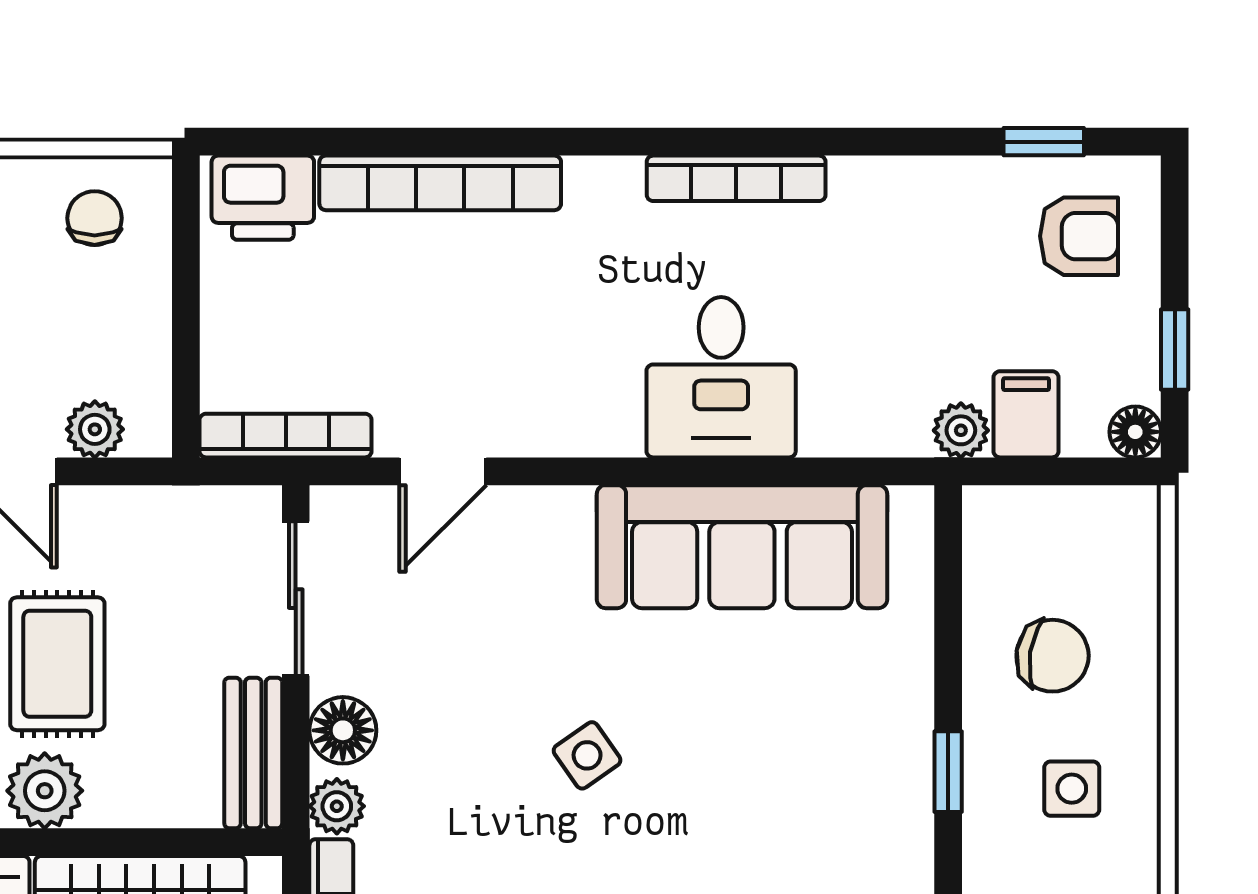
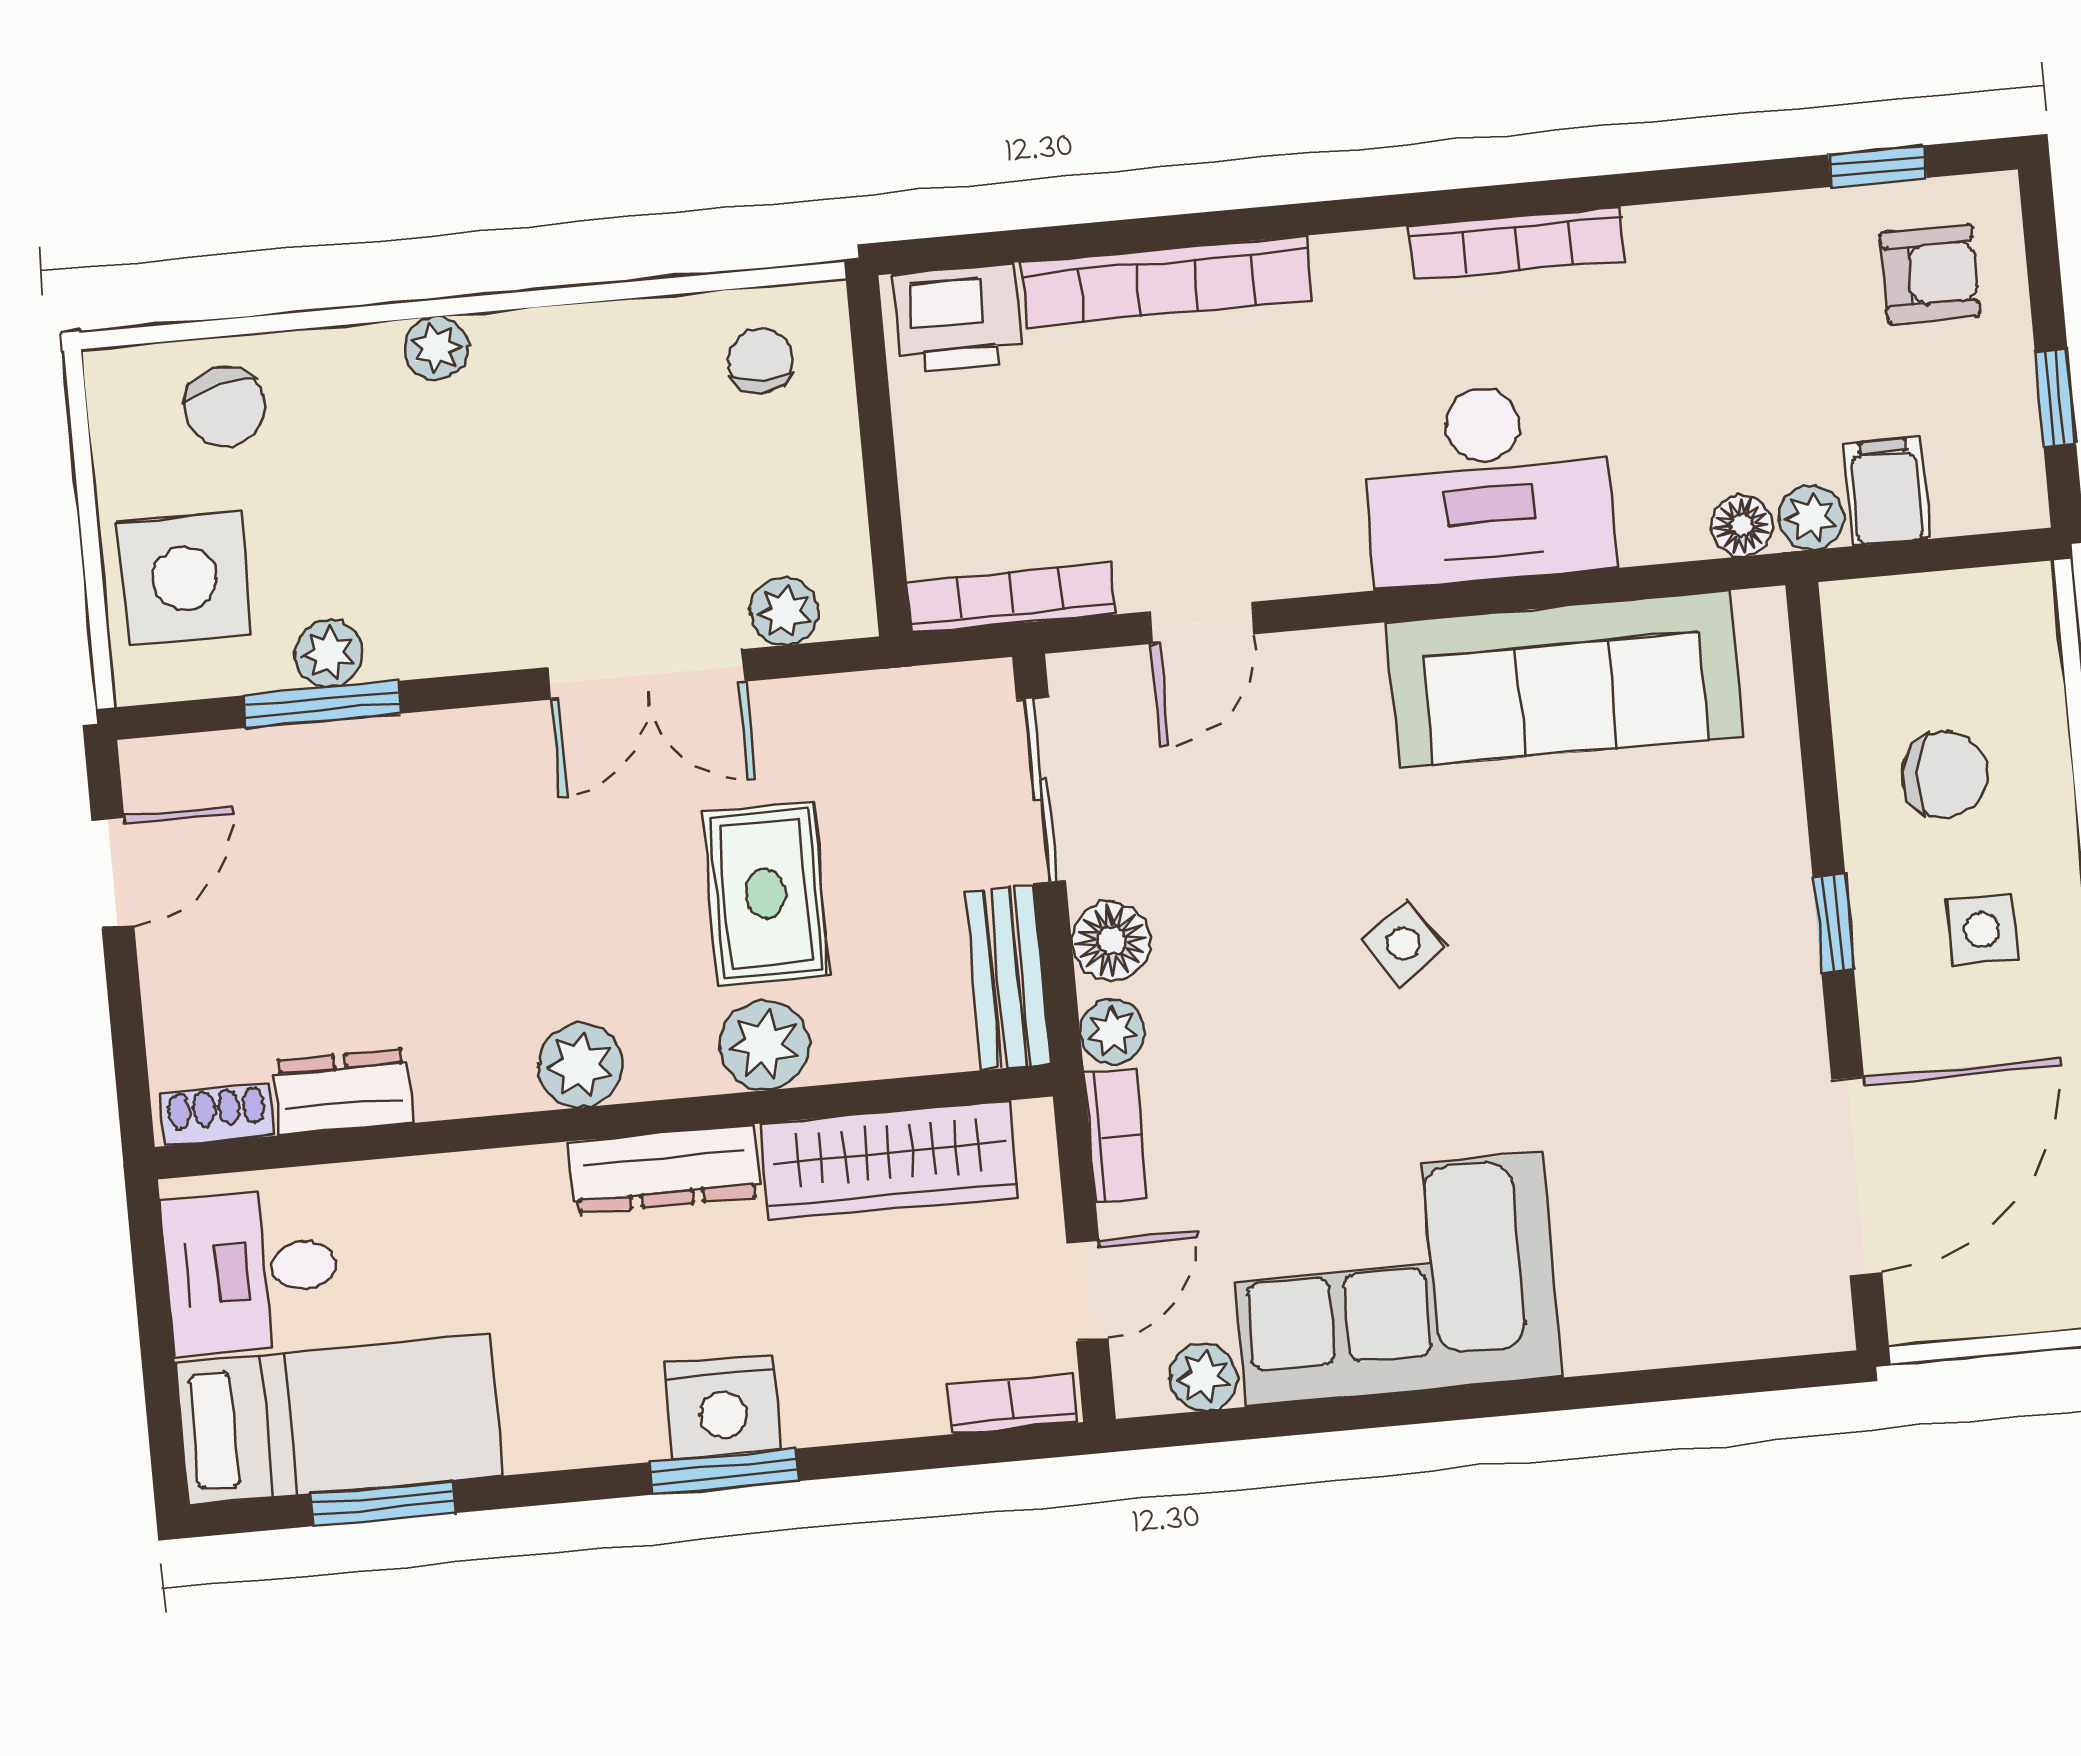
desk: (721, 377) -> (1488, 484), width x1.37
floor lamp: (1135, 432) -> (1742, 526), moved

